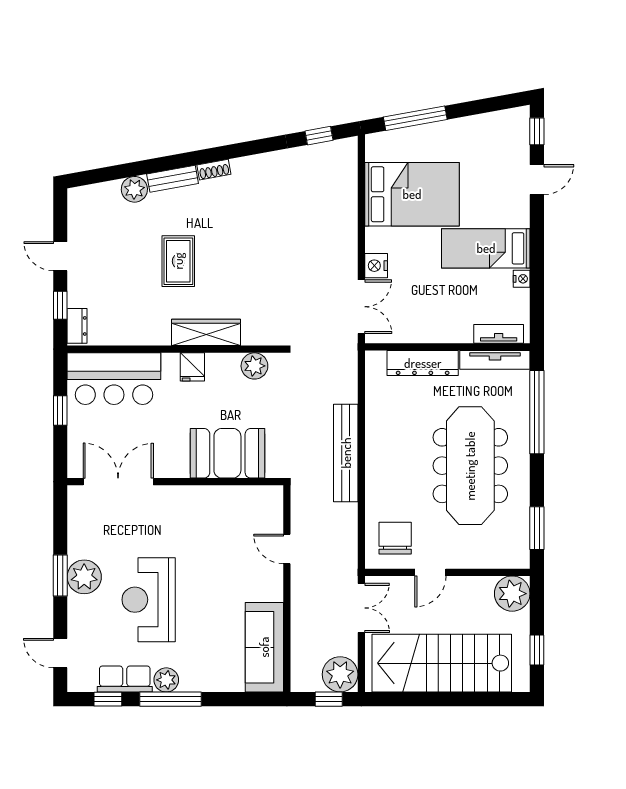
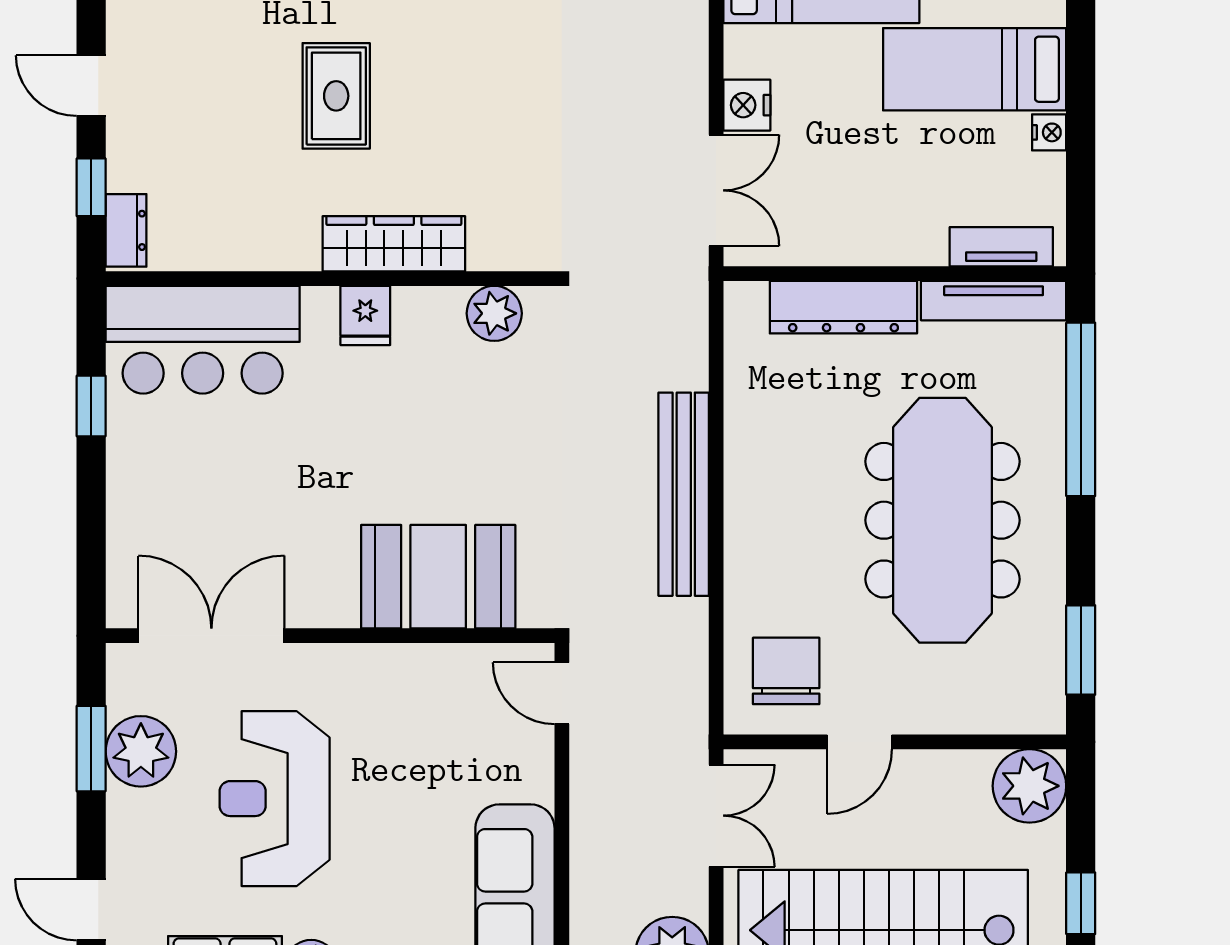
booth: (227, 453) -> (438, 577), moved
double door: (118, 482) -> (211, 636), moved
wall: (175, 482) -> (330, 636), moved

